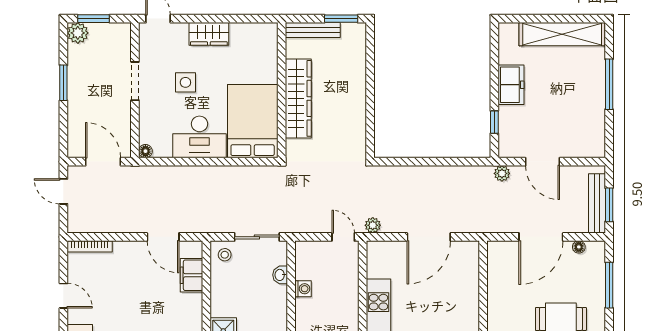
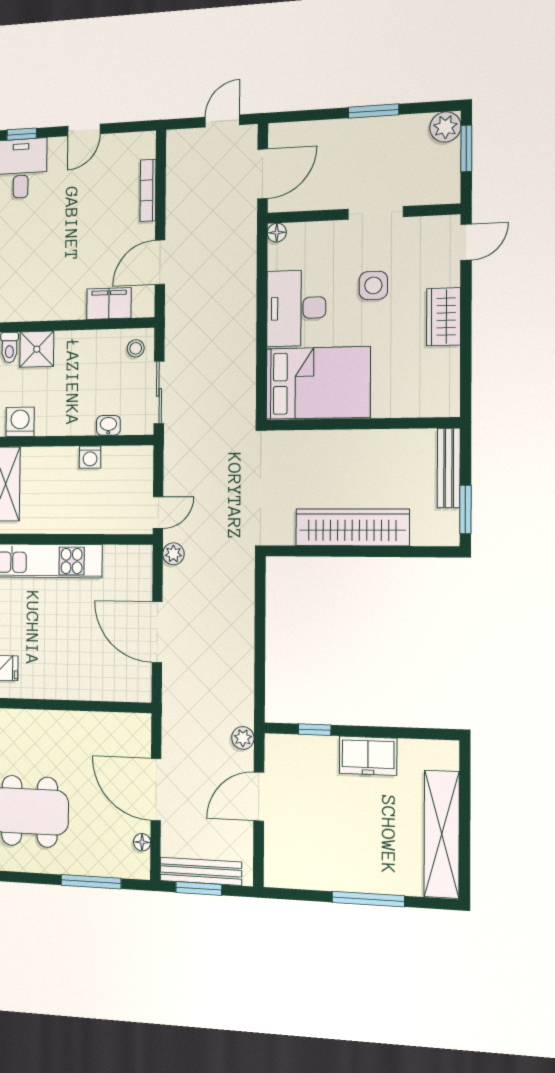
wardrobe: (298, 98) -> (352, 527), moved, turned 180
bookcase: (90, 246) -> (148, 190), moved

